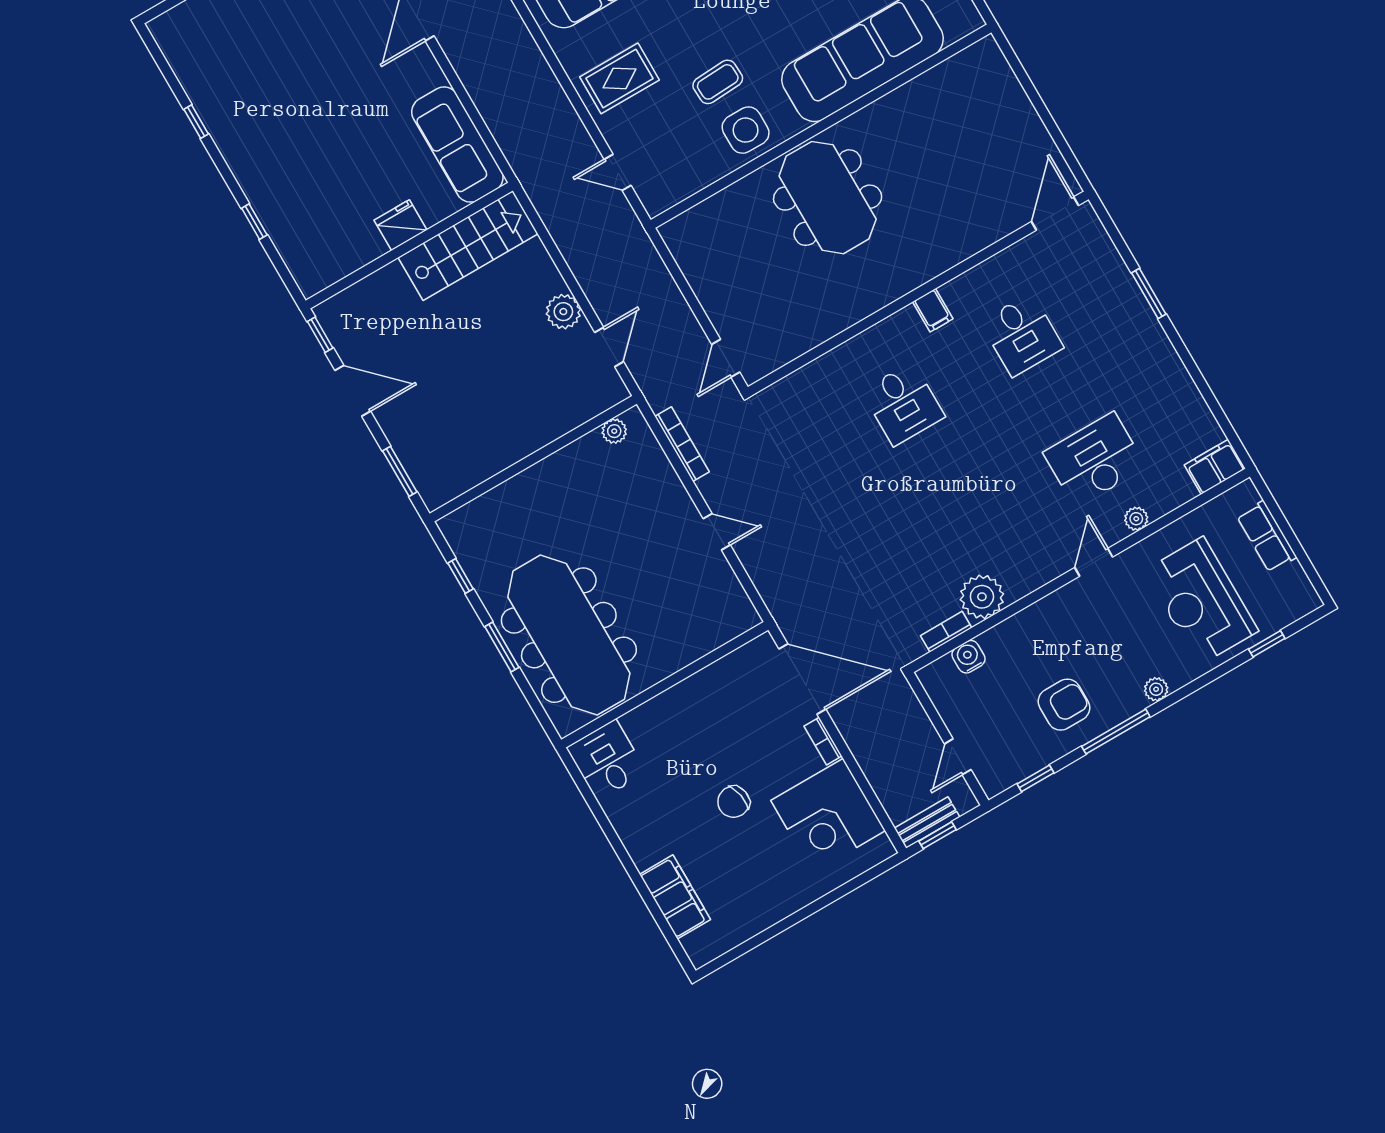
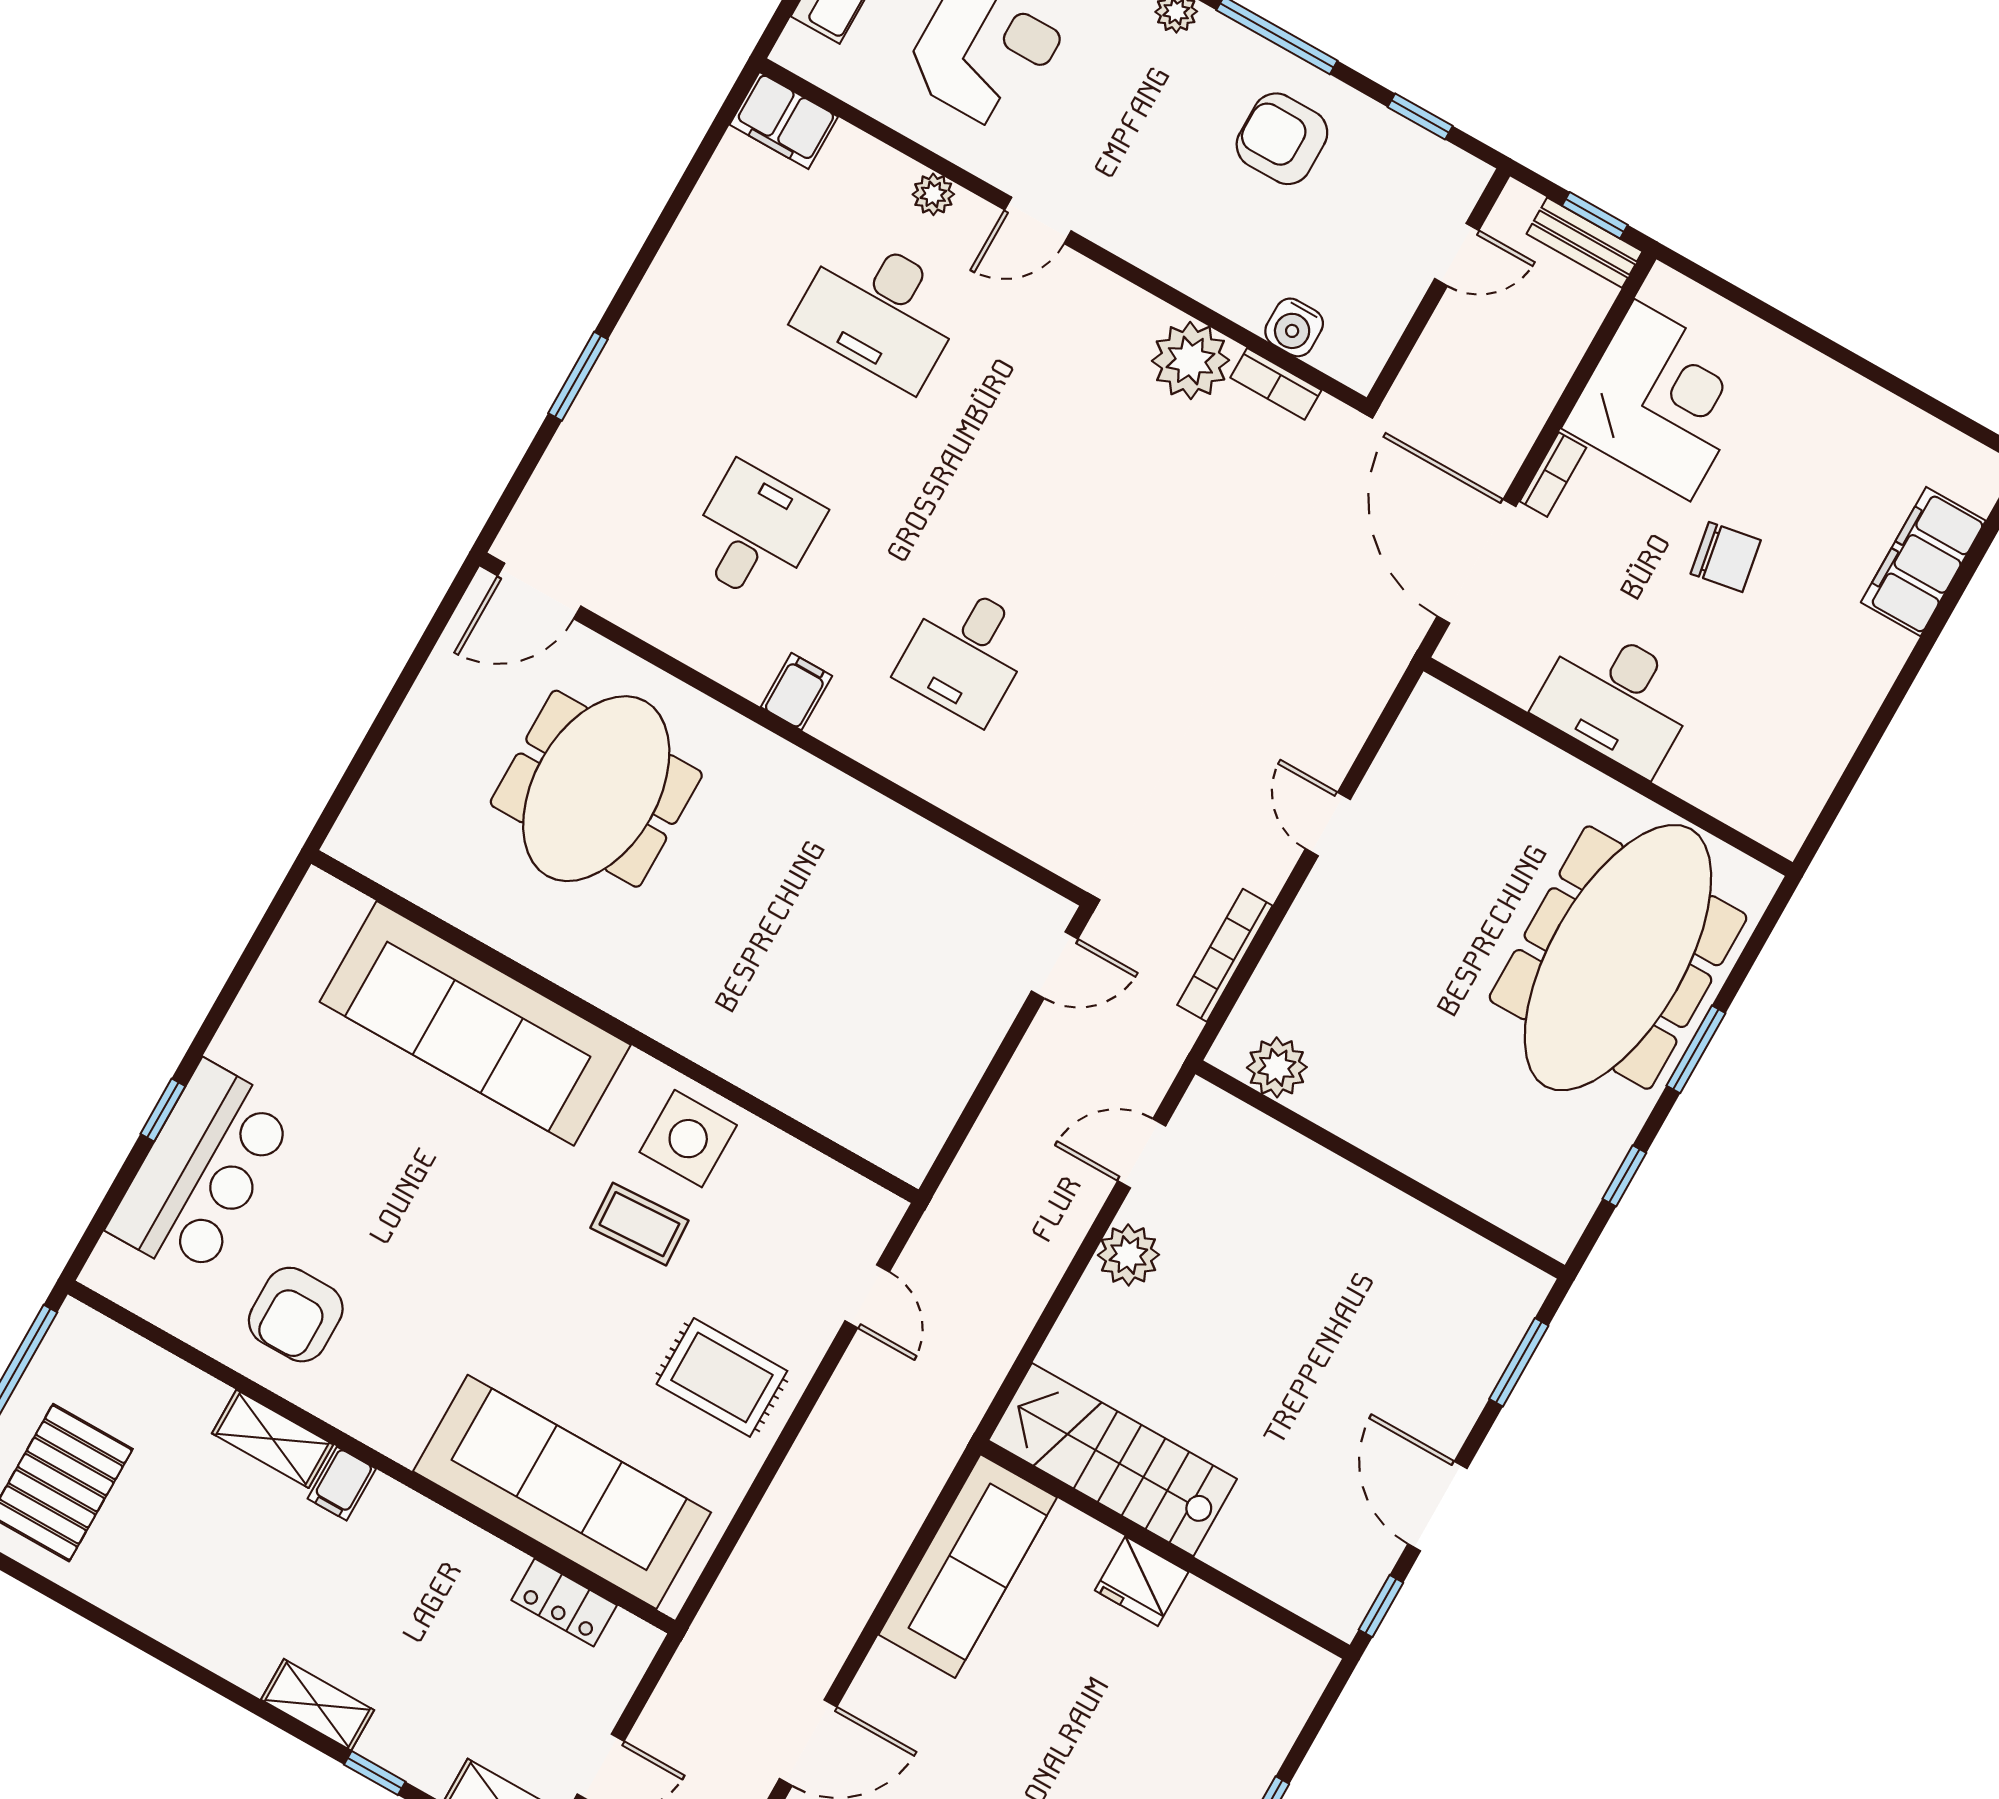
meeting table: (828, 198) -> (596, 789), moved
desk: (903, 404) -> (966, 653), turned 180
plant: (614, 431) -> (1277, 1067), width x1.38, depth x1.38
desk: (606, 760) -> (1617, 699), moved, width x1.37

